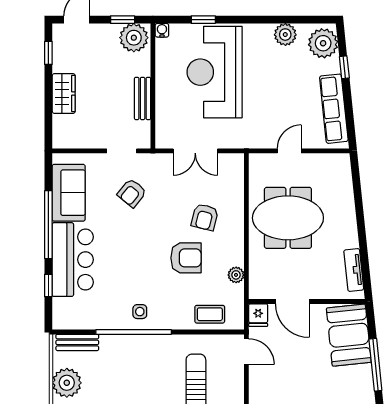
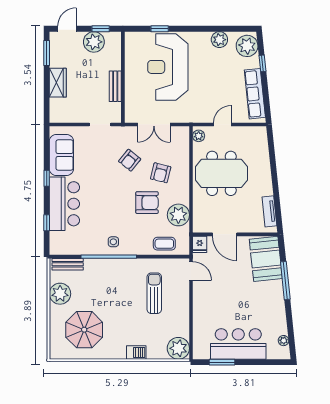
water cooler: (162, 30) -> (129, 36), removed
plant: (134, 38) -> (94, 42), moved
window: (48, 53) -> (47, 53), width x1.50
plant: (257, 166) -> (199, 136), added
armchair: (132, 193) -> (130, 160), moved
window: (48, 225) -> (47, 178), width x0.32
plant: (236, 275) -> (178, 215), width x1.88, depth x1.88

